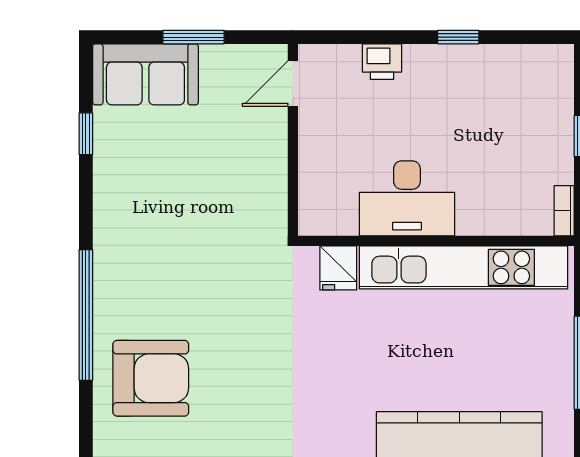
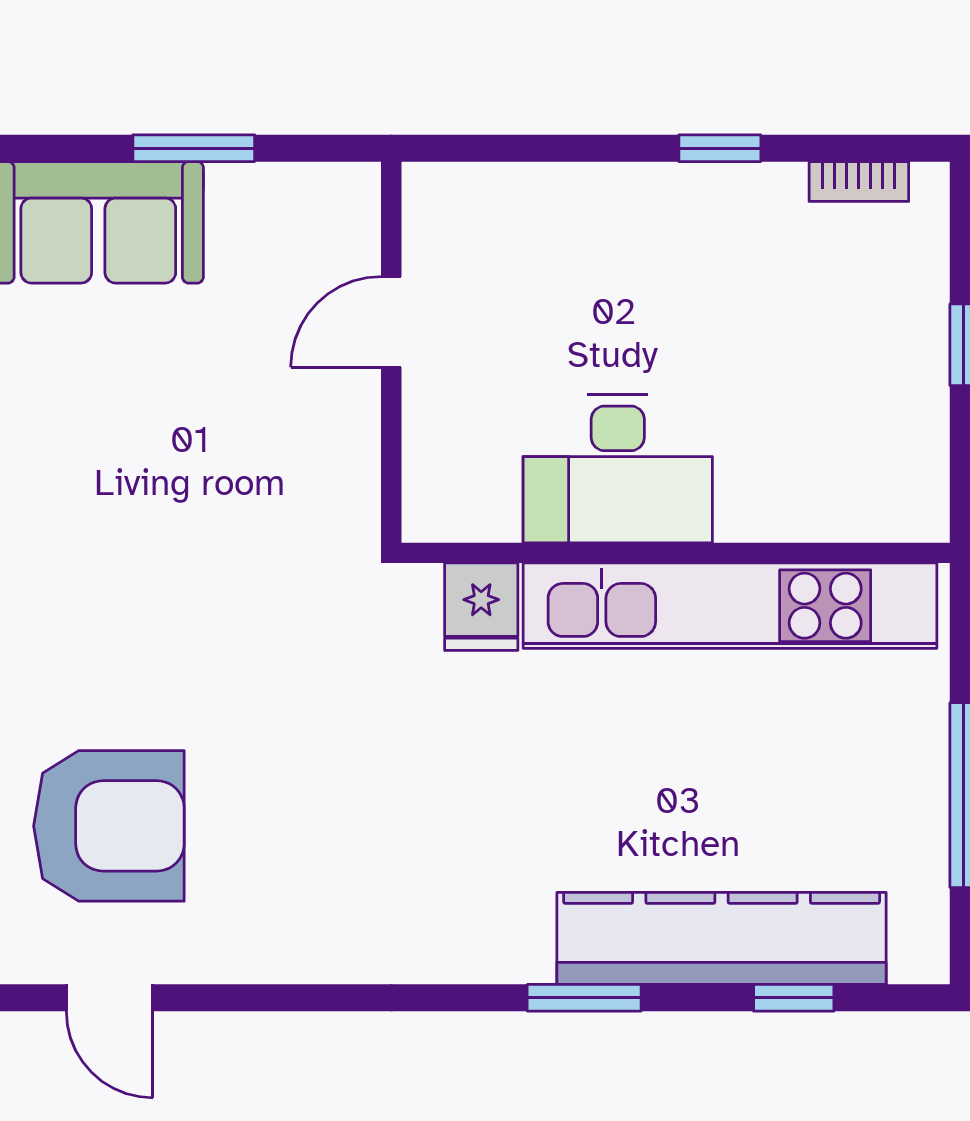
printer: (382, 62) -> (568, 197), removed
door: (293, 84) -> (391, 322), moved
bookcase: (564, 211) -> (859, 181), moved, turned -90

